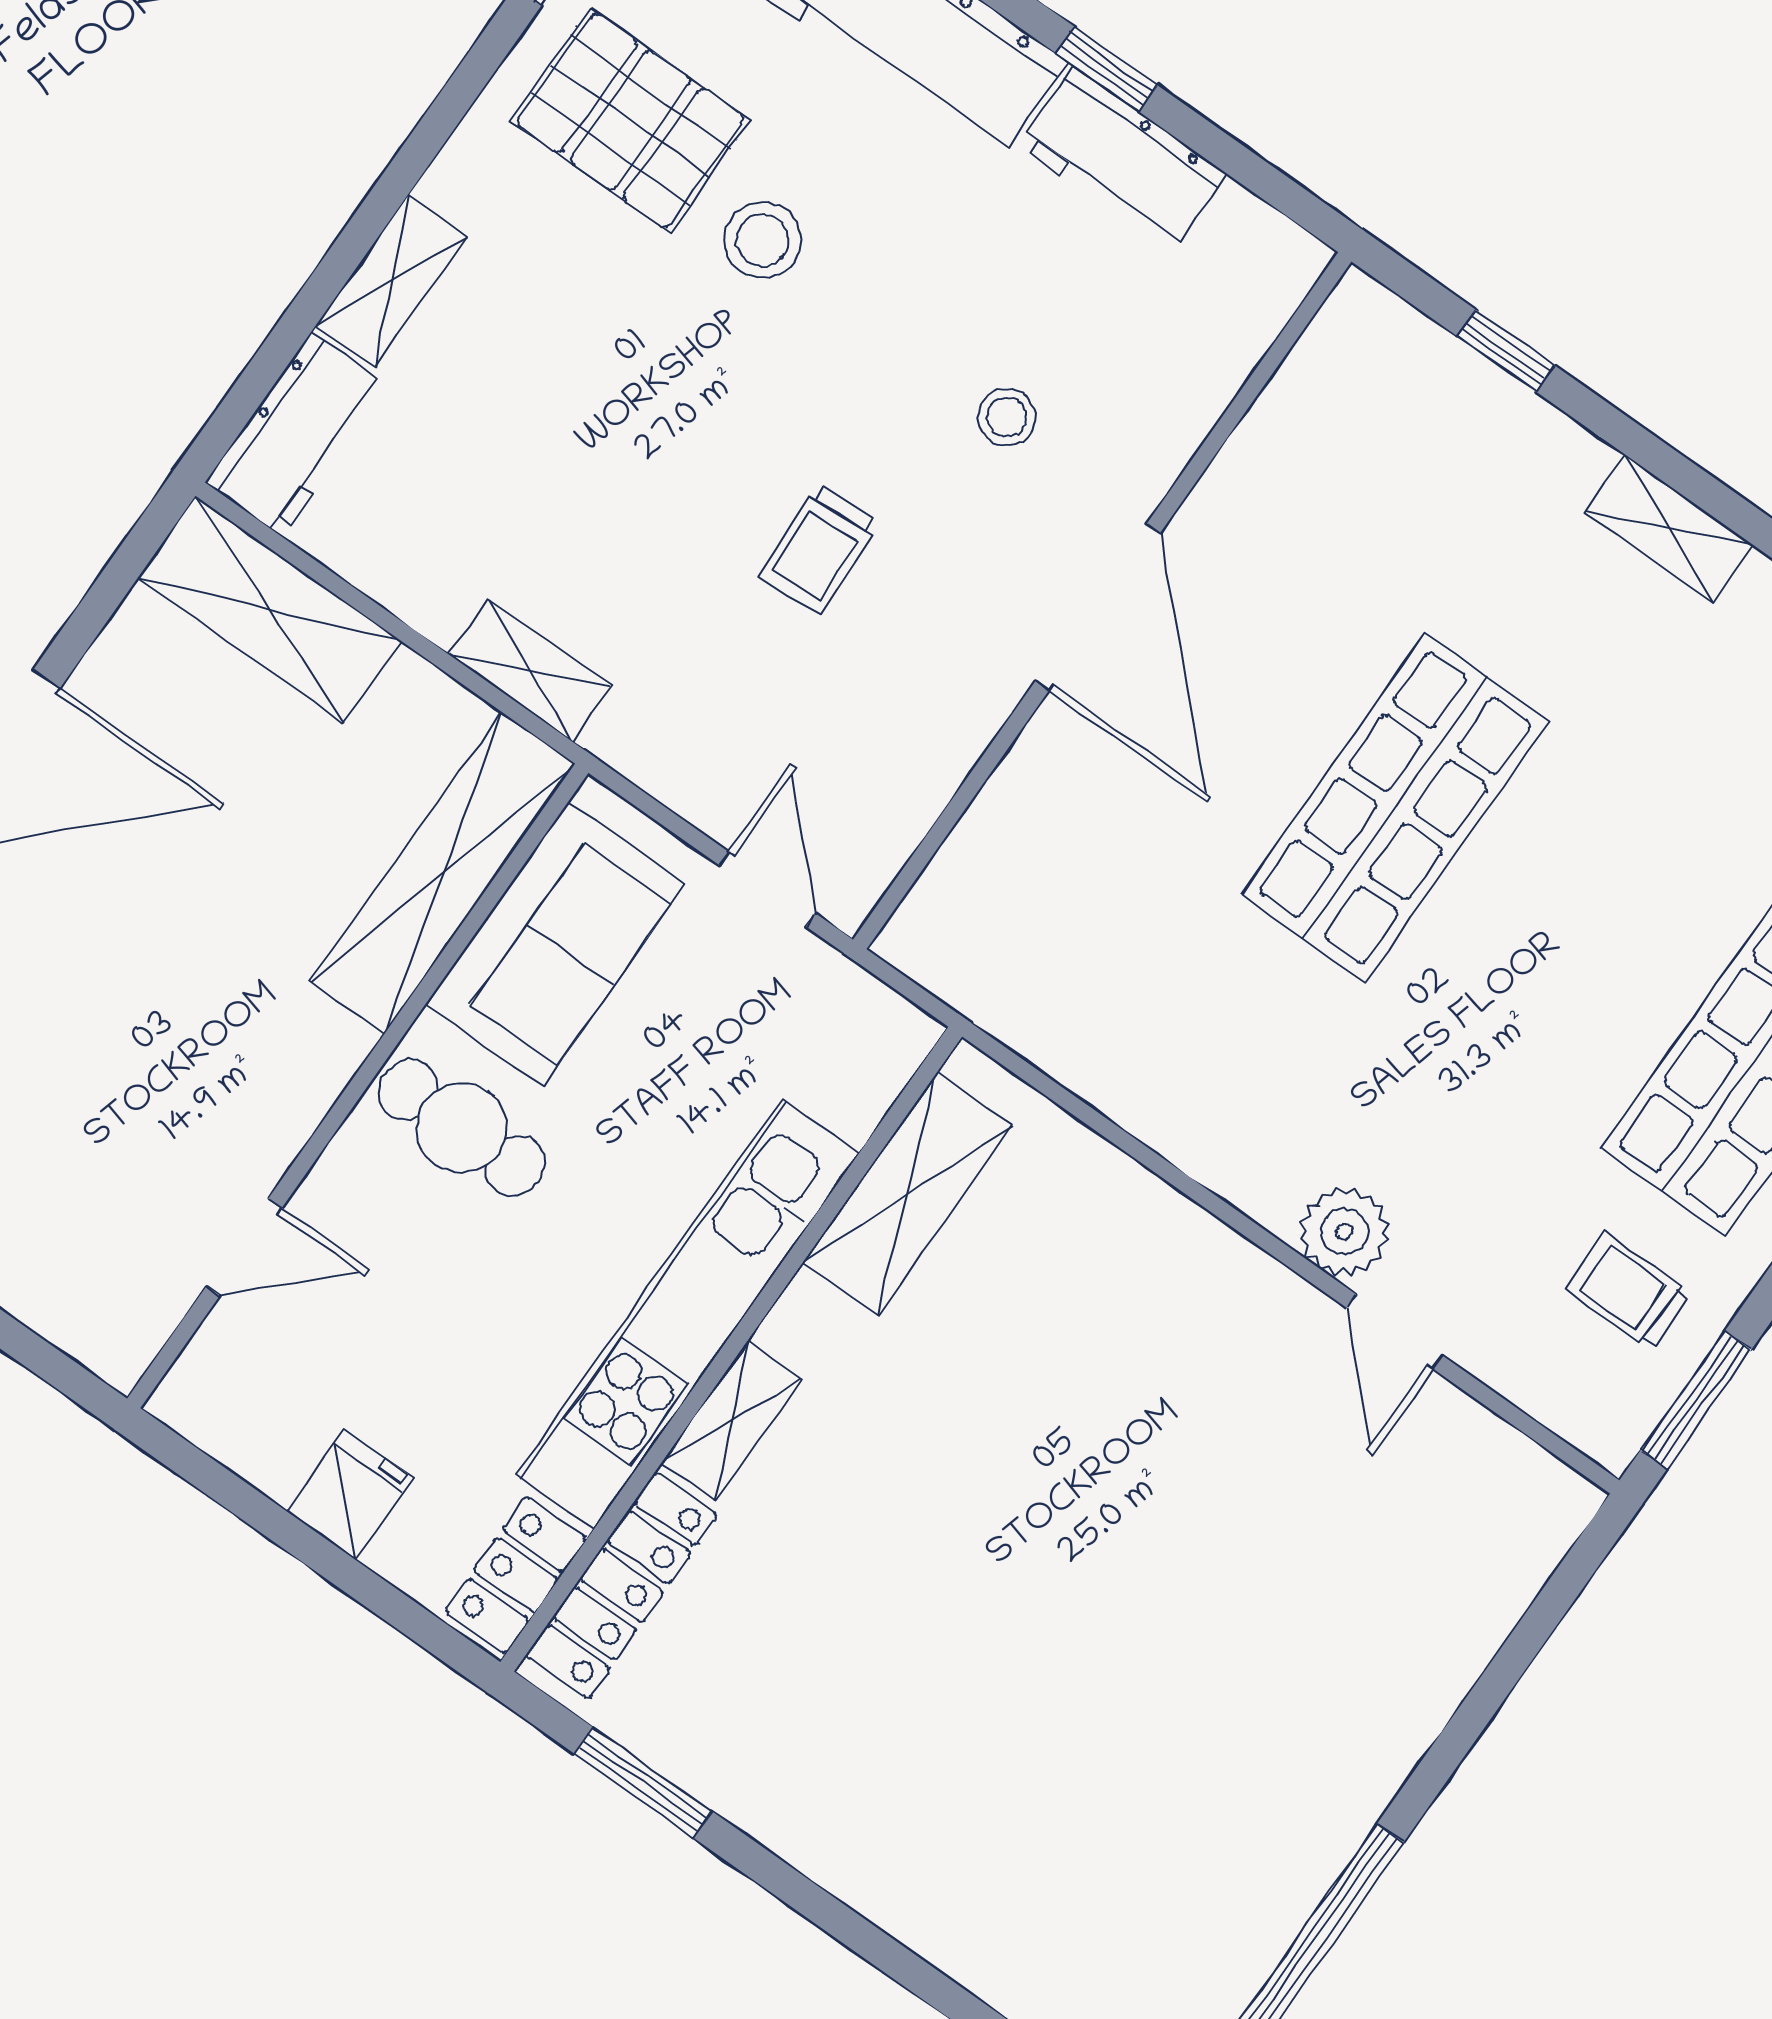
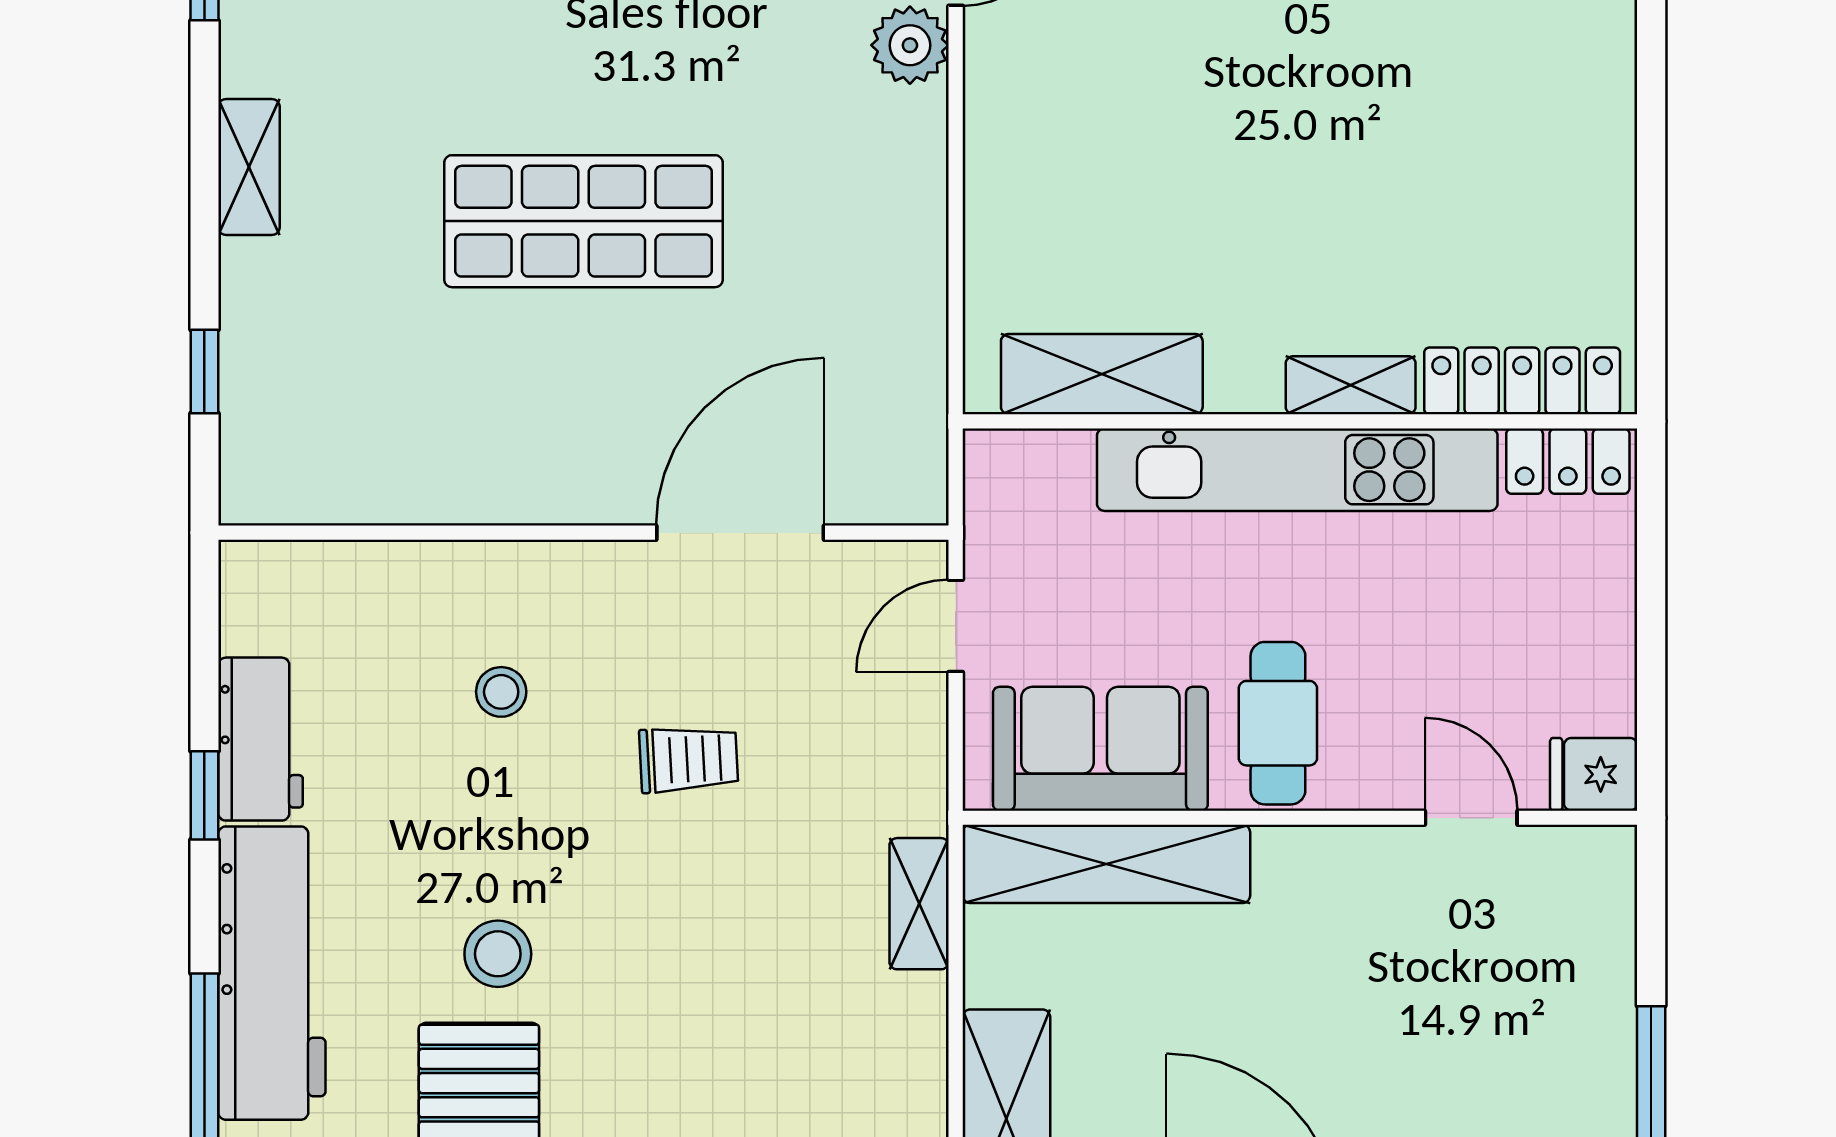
door: (1098, 607) -> (740, 533), moved
fridge: (350, 1494) -> (1594, 774), moved
window: (643, 1782) -> (1651, 267), removed

